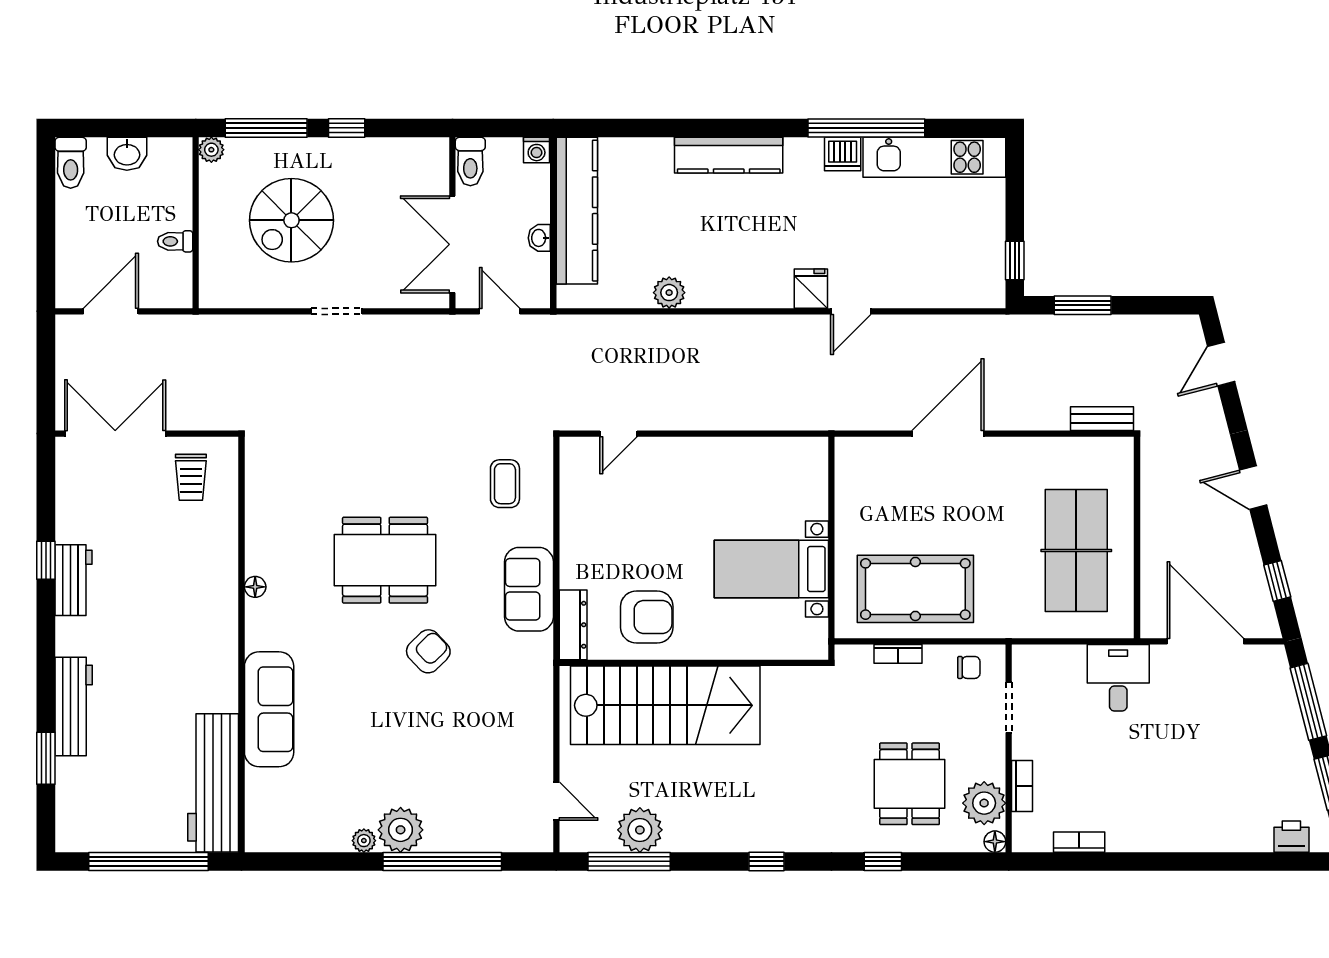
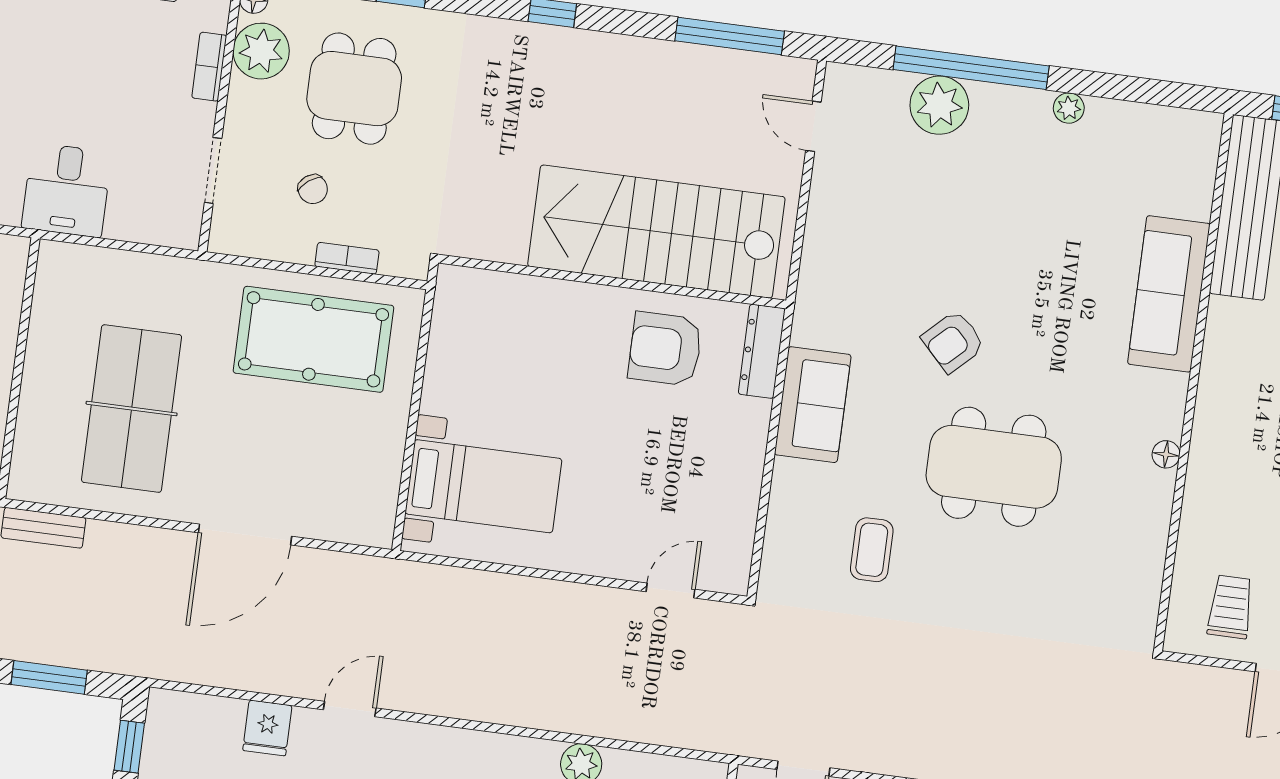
fridge: (811, 289) -> (267, 728), moved
coffee table: (505, 484) -> (872, 550), moved
table tennis table: (1076, 550) -> (132, 409), moved
bed with nightstands: (771, 569) -> (483, 486), moved
chair: (969, 667) -> (313, 189), moved, turned -127
plant: (401, 830) -> (939, 105), moved
plant: (640, 830) -> (710, 75), removed

